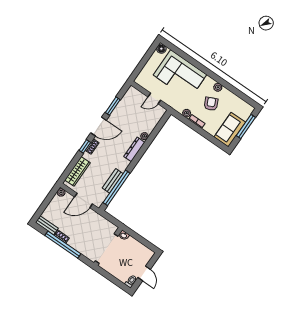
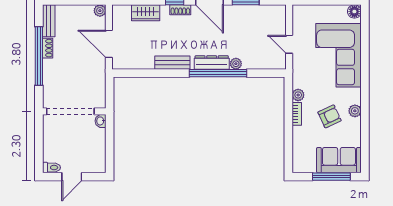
sofa: (230, 130) -> (339, 160), moved
wardrobe: (77, 171) -> (146, 13), width x0.67
bench: (113, 181) -> (172, 63), moved
window: (117, 188) -> (218, 73), moved

